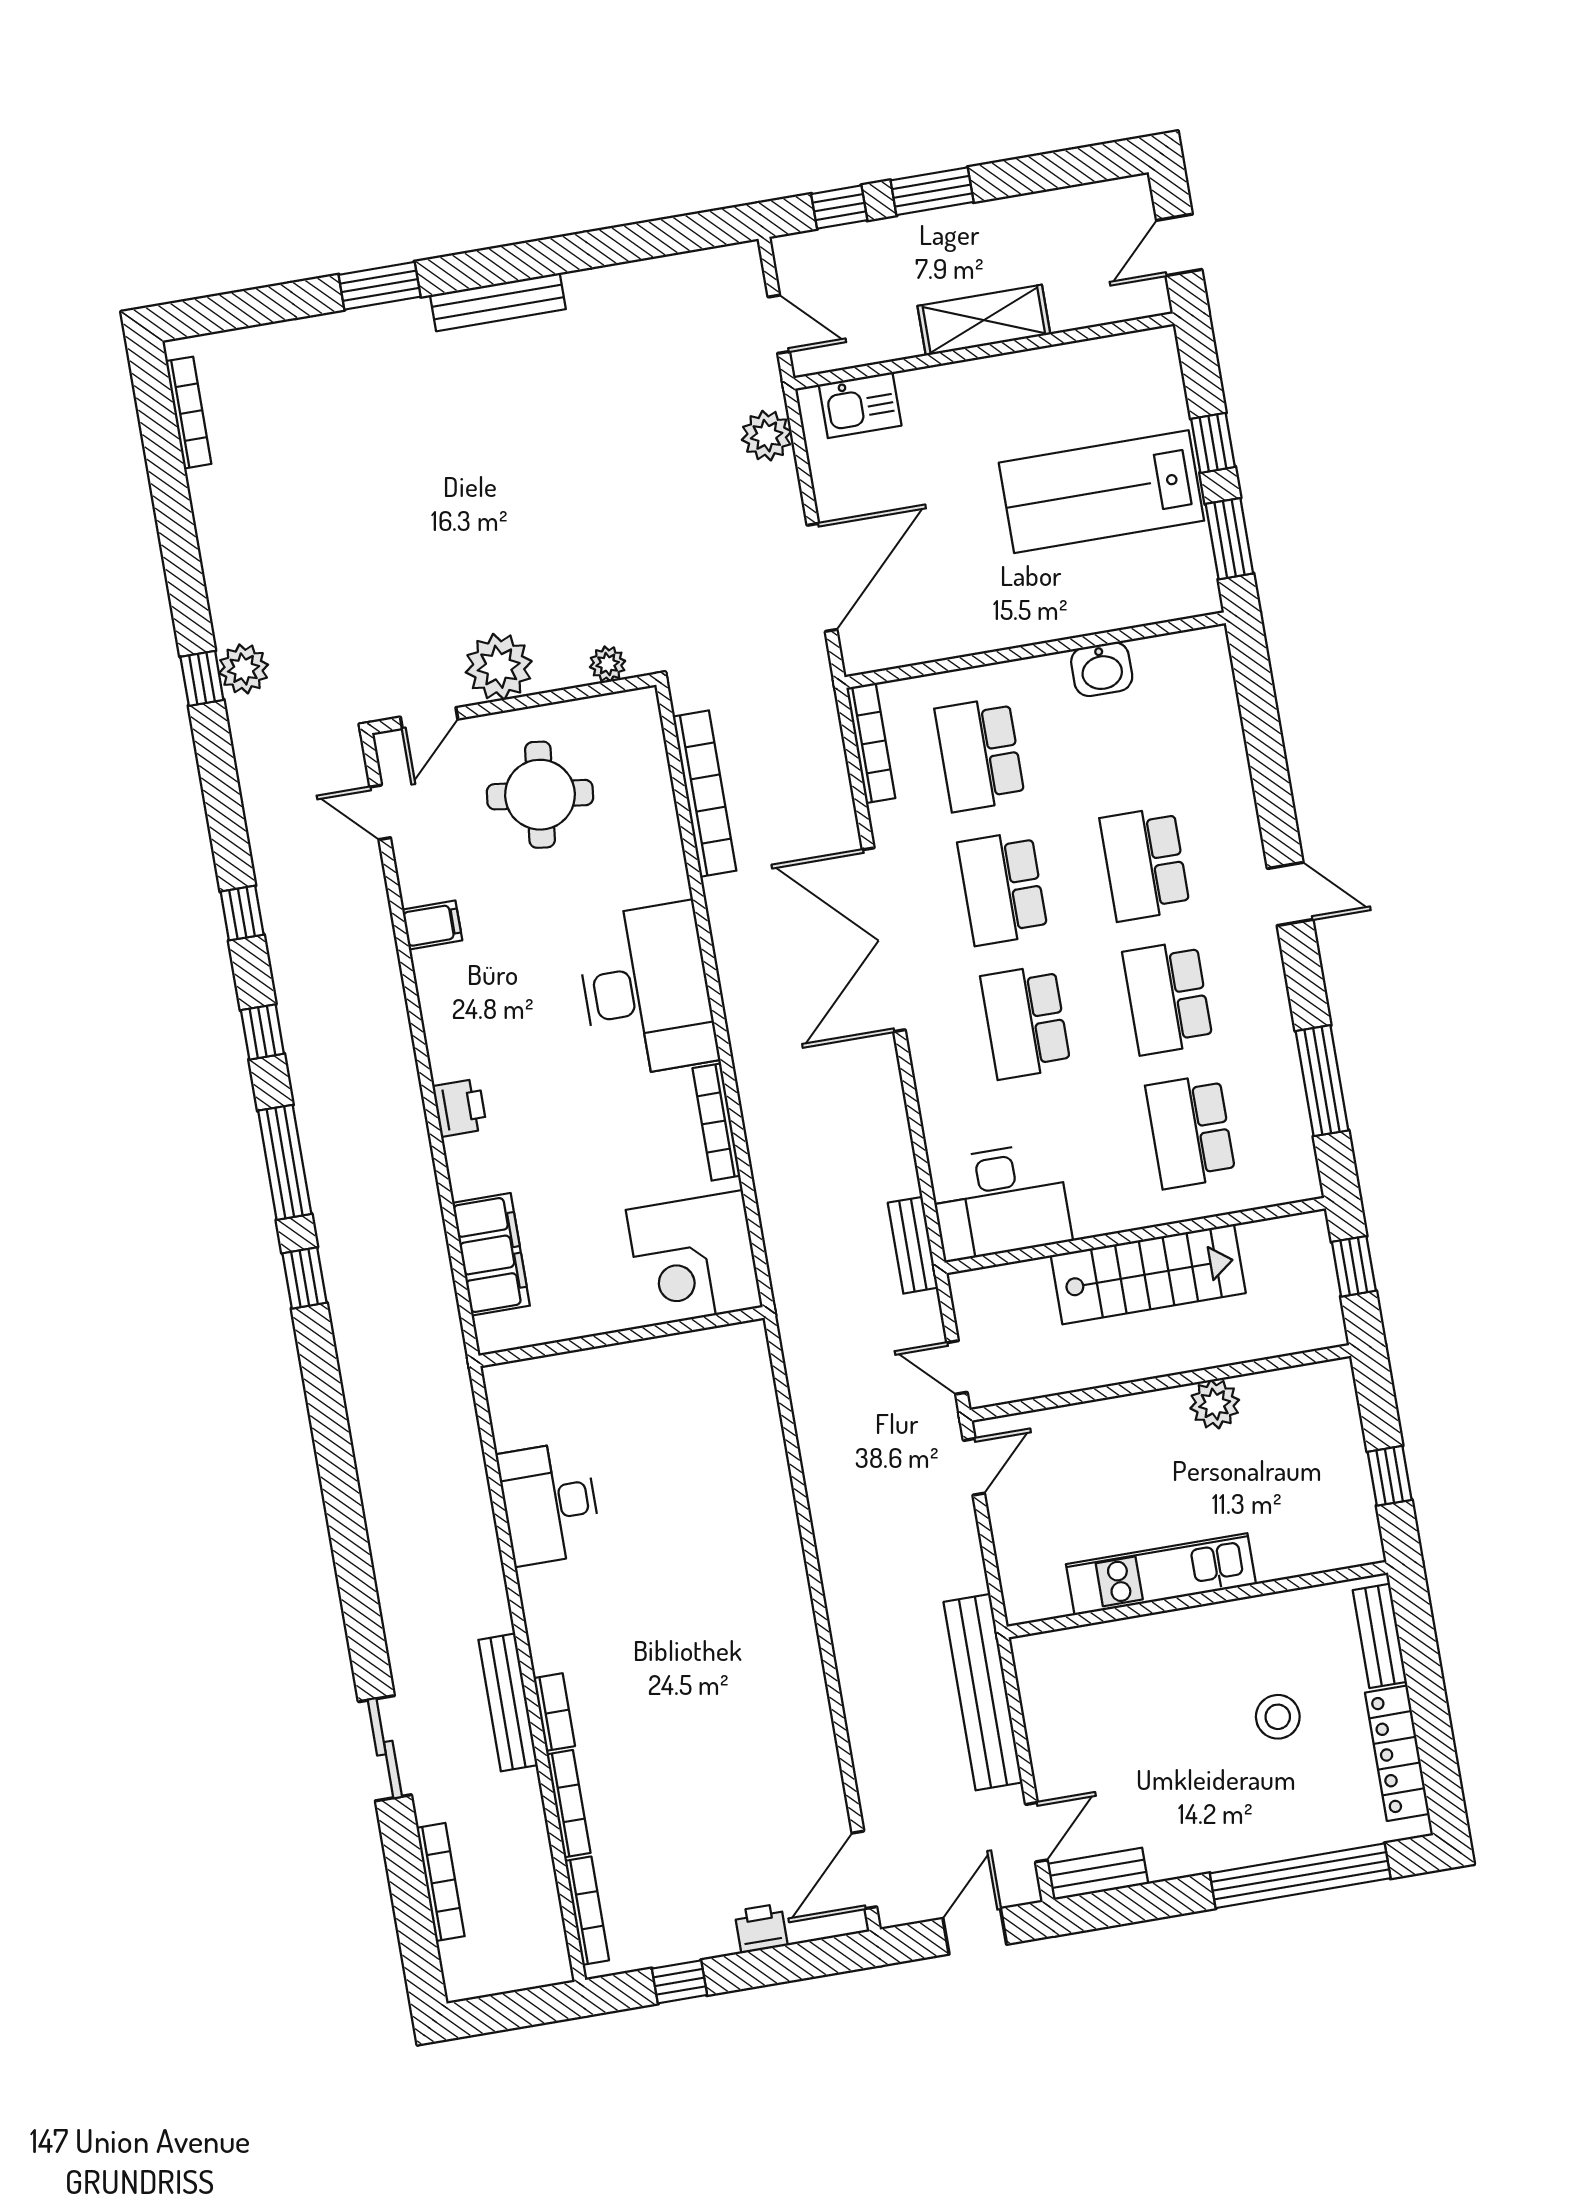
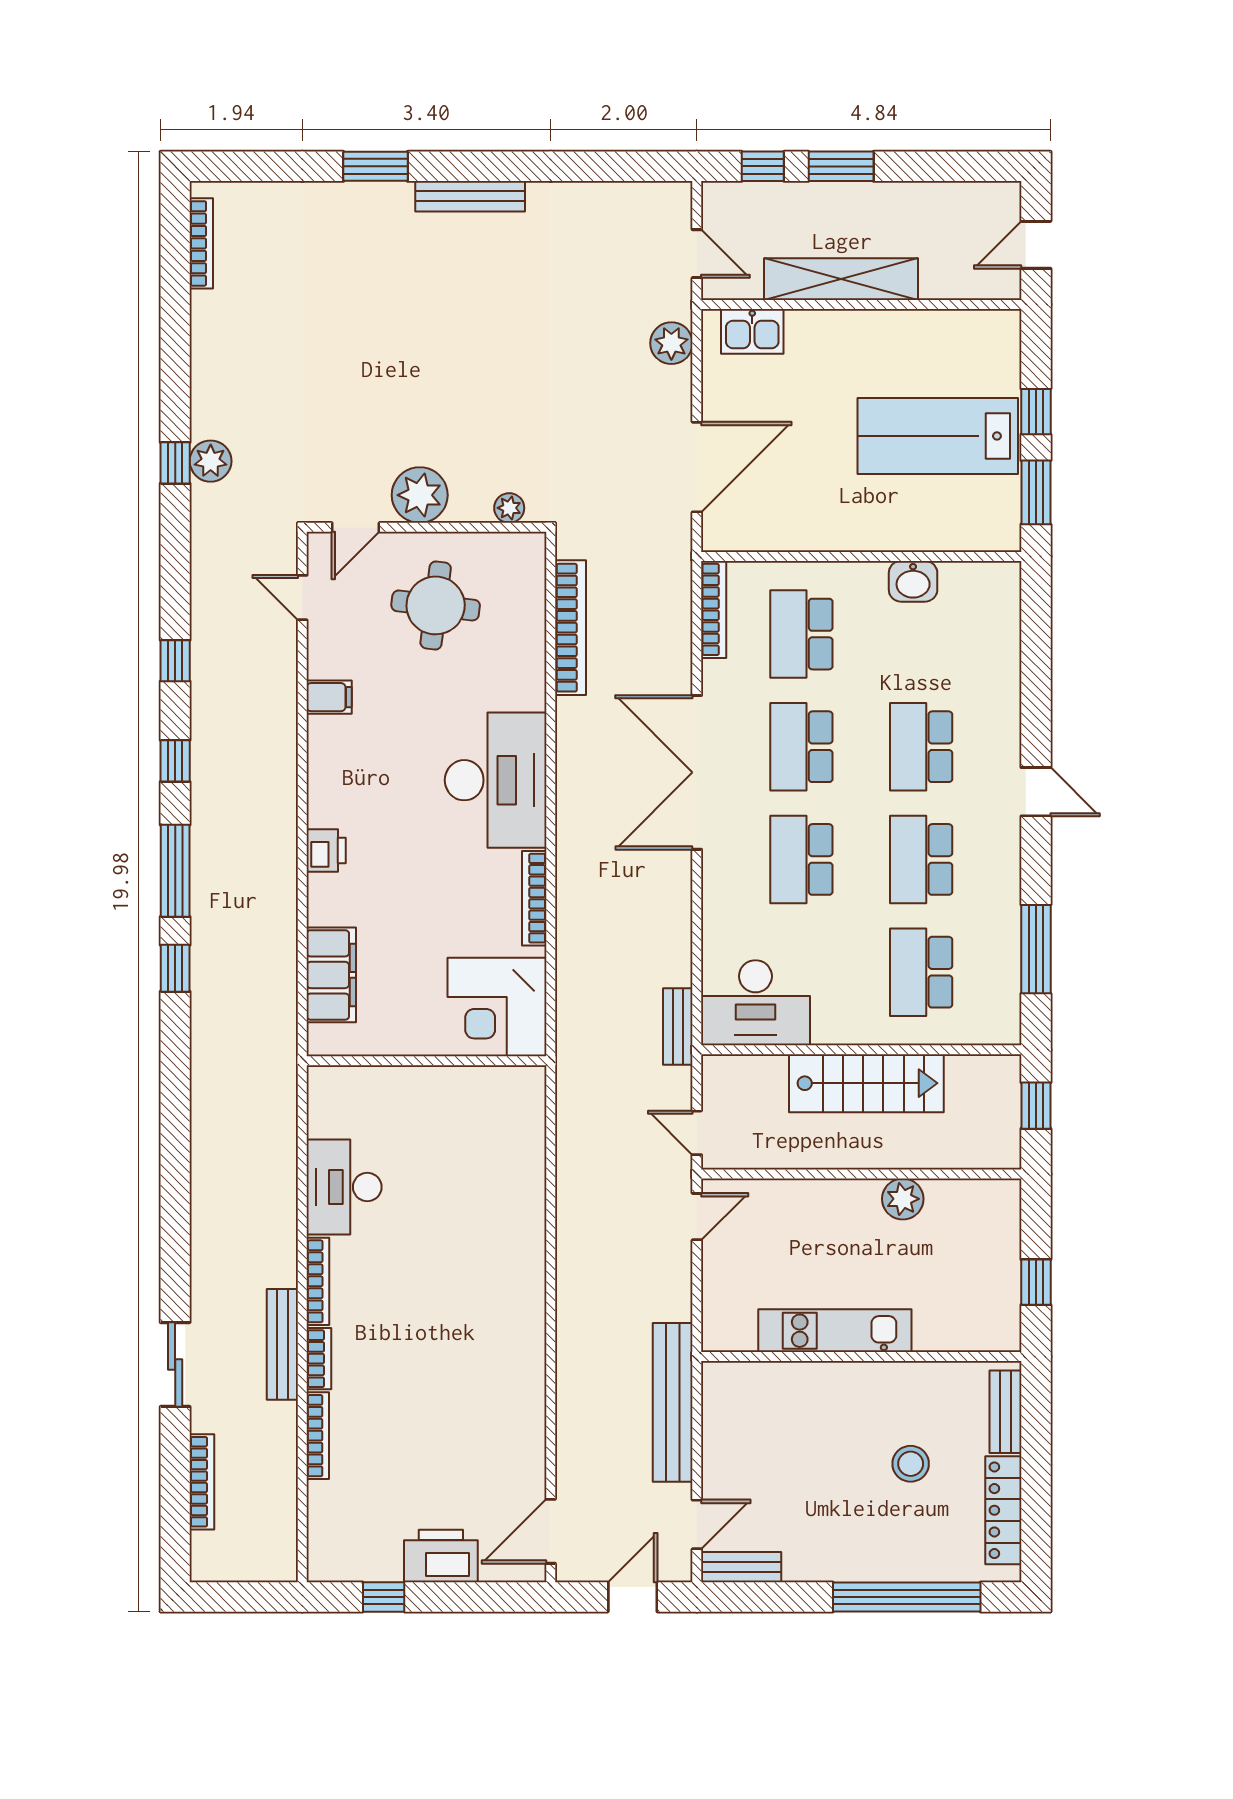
shelving: (984, 320) -> (841, 279), width x1.47
bookcase: (587, 1911) -> (318, 1281), moved
printer: (761, 1928) -> (441, 1556), width x1.87, depth x1.48

